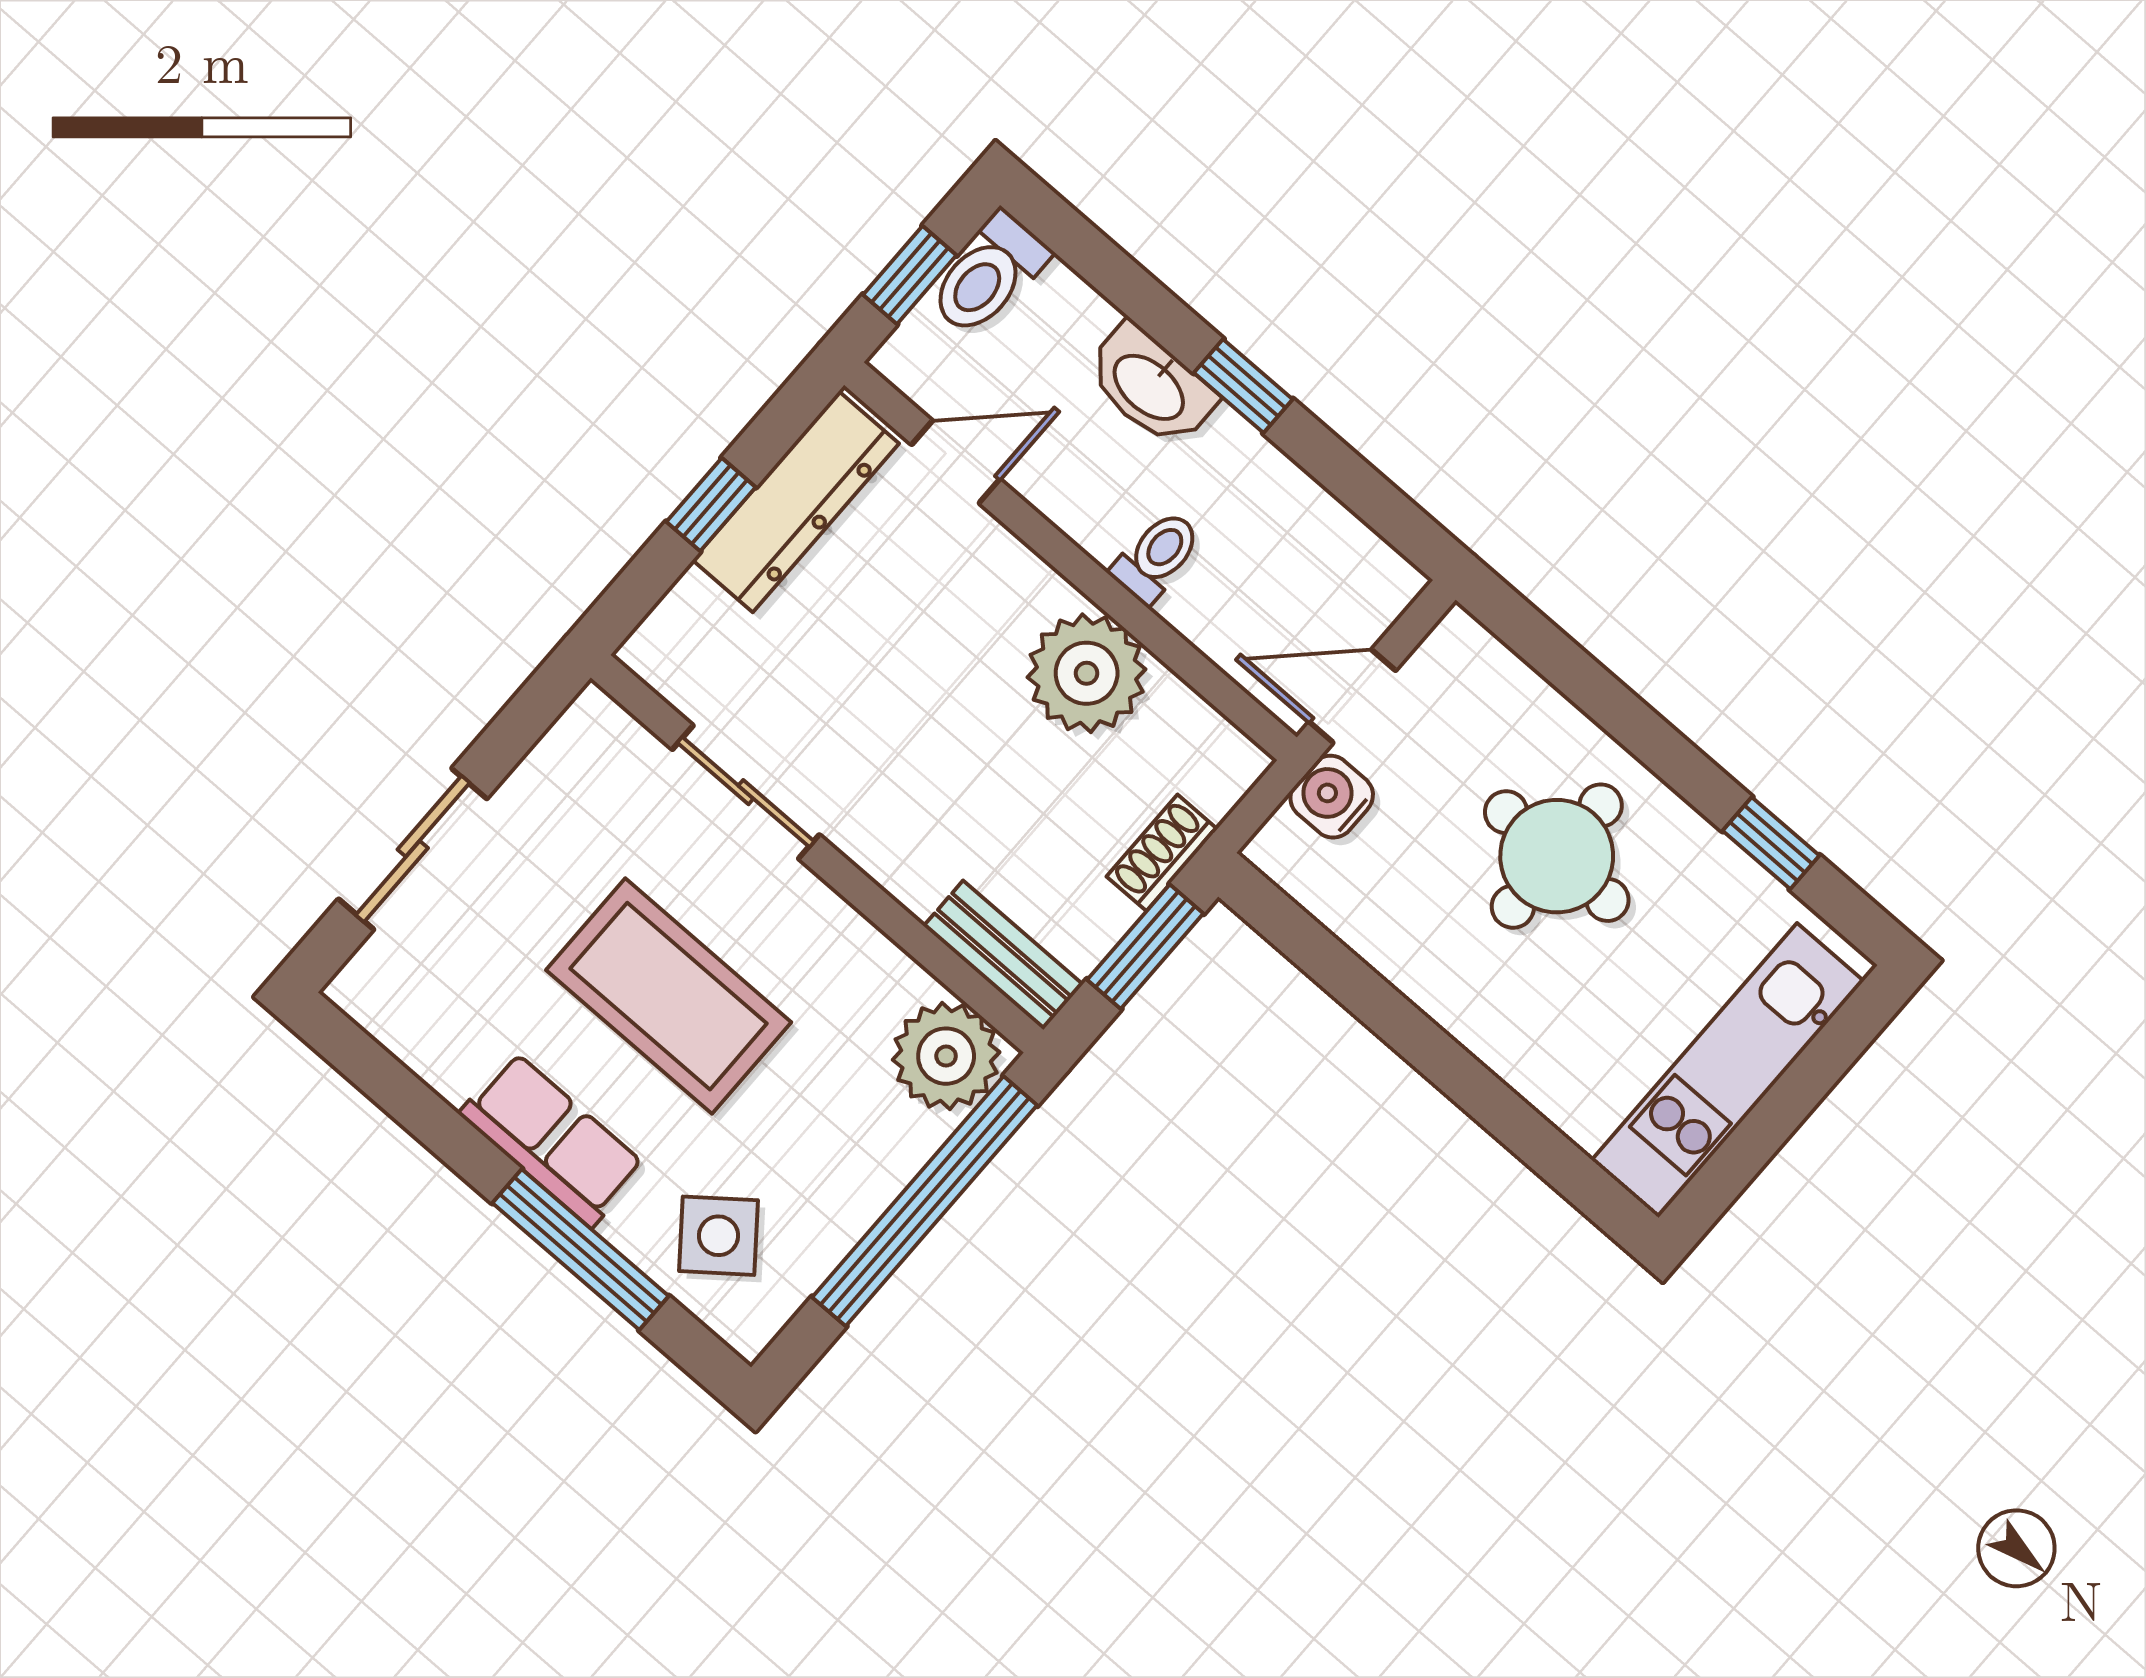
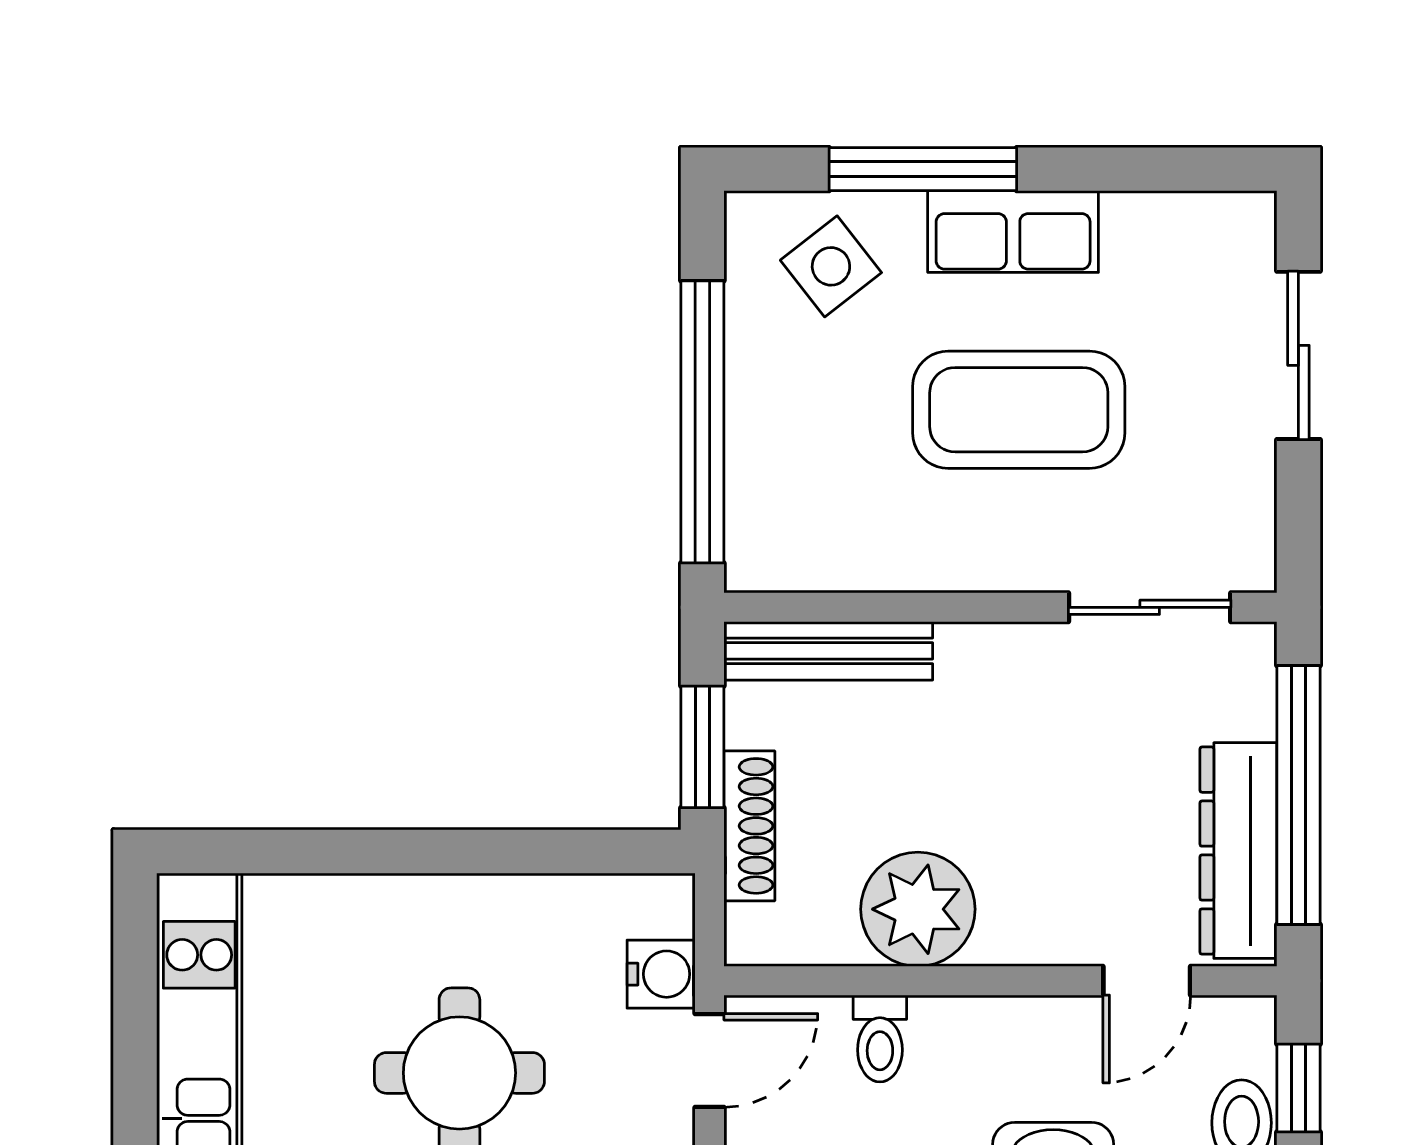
window: (711, 505) -> (1298, 795), width x3.17
toilet: (1157, 557) -> (880, 1039), moved
sliding door: (746, 792) -> (1150, 607), moved
shoe rack: (1162, 853) -> (749, 826), width x1.43
bench: (1003, 955) -> (828, 651), width x1.36
plant: (946, 1056) -> (778, 541), removed

